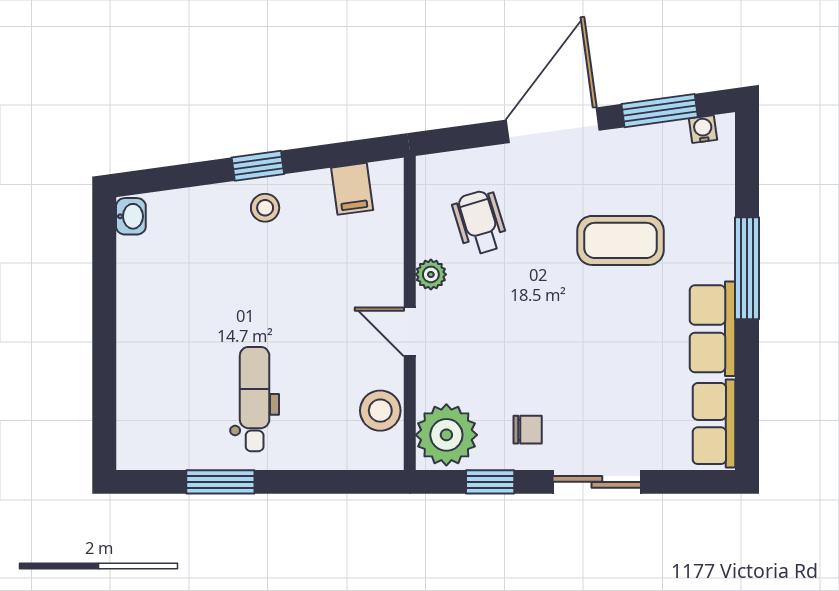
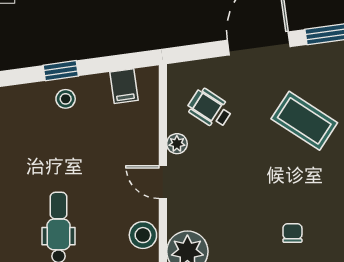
wheelchair: (480, 222) -> (210, 109), turned -40
coffee table: (620, 240) -> (304, 121), turned 33
chair: (528, 430) -> (292, 233), moved, turned -90

